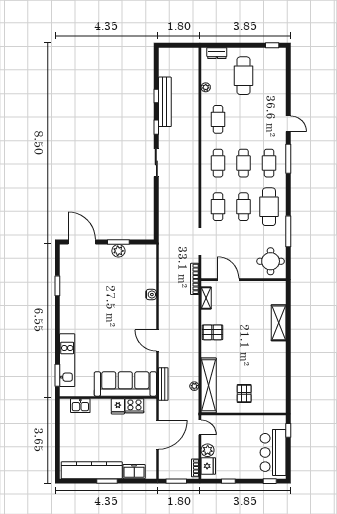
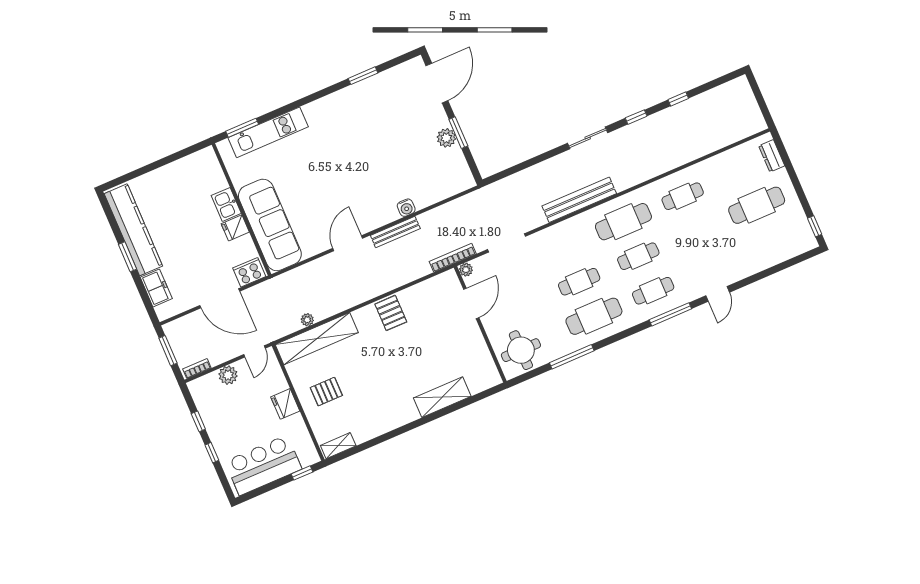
plant: (206, 87) -> (466, 270), moved
bench: (165, 102) -> (579, 200), moved
cafe table: (218, 163) -> (623, 222), width x1.37, depth x1.35
cafe table: (218, 207) -> (564, 247), removed
shelving: (206, 298) -> (338, 446), moved
bench: (163, 384) -> (395, 232), moved
kitchen sink: (80, 406) -> (226, 204), moved
cooker: (134, 406) -> (249, 272), moved, turned 90
fridge: (208, 466) -> (285, 404), moved, turned 90
window: (270, 481) -> (212, 453), moved

